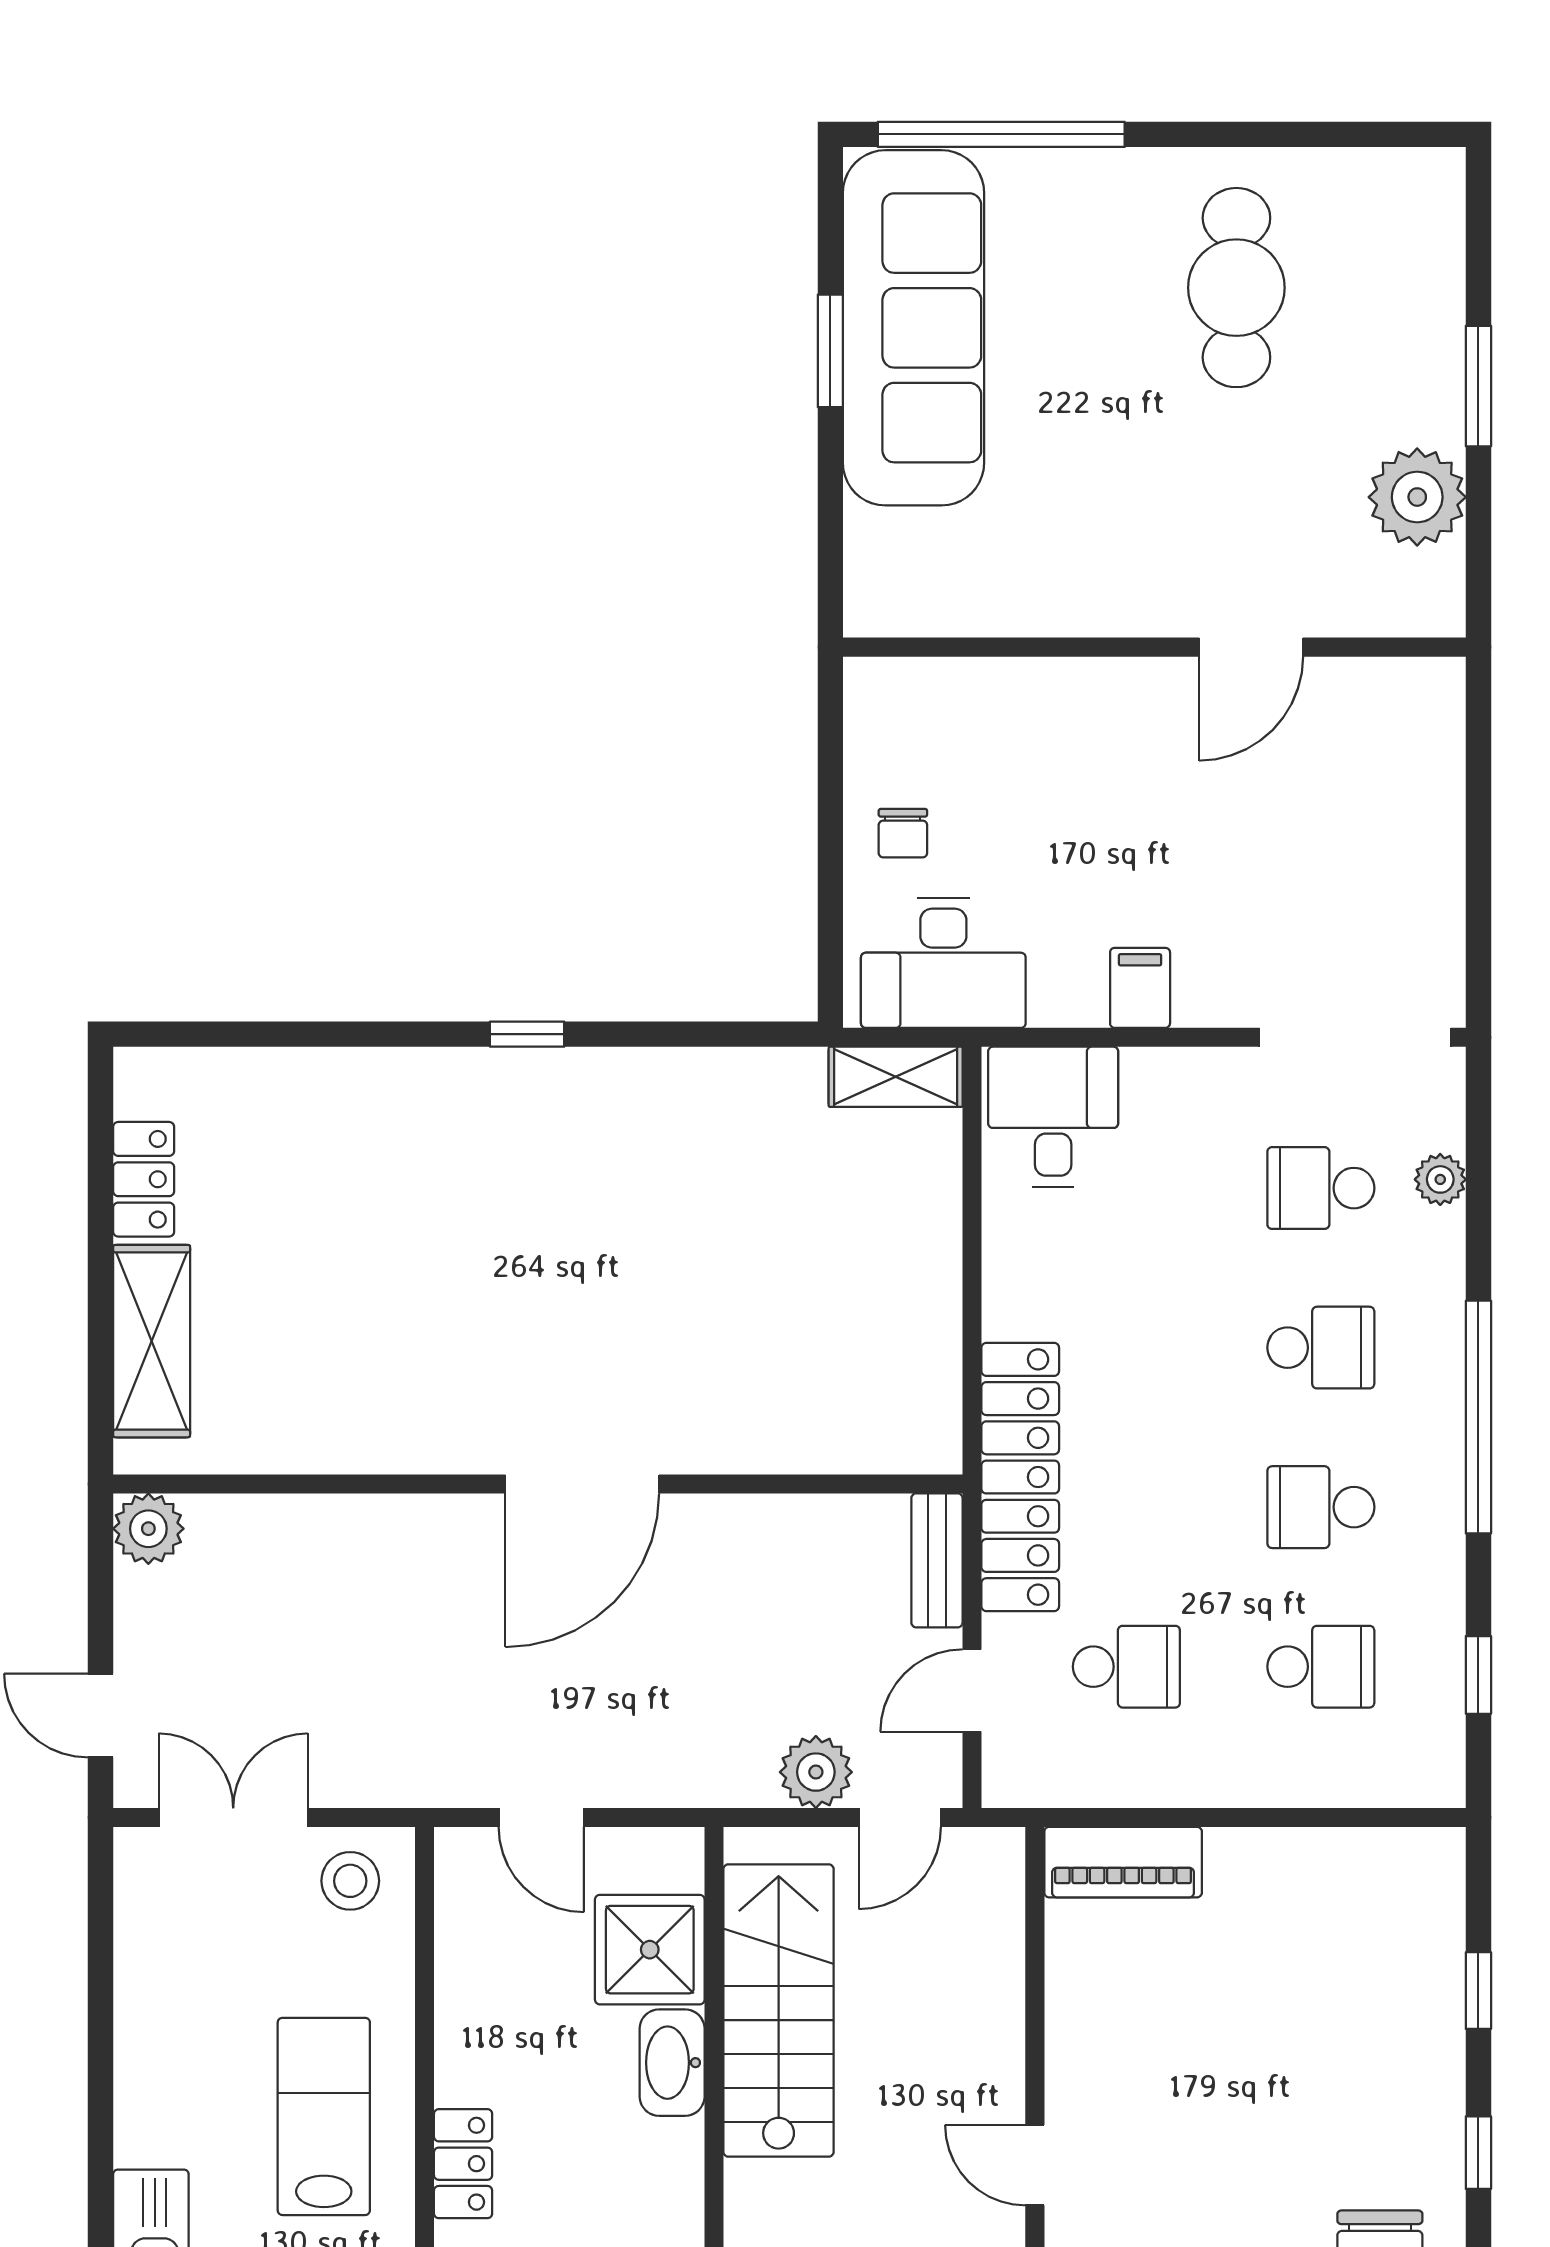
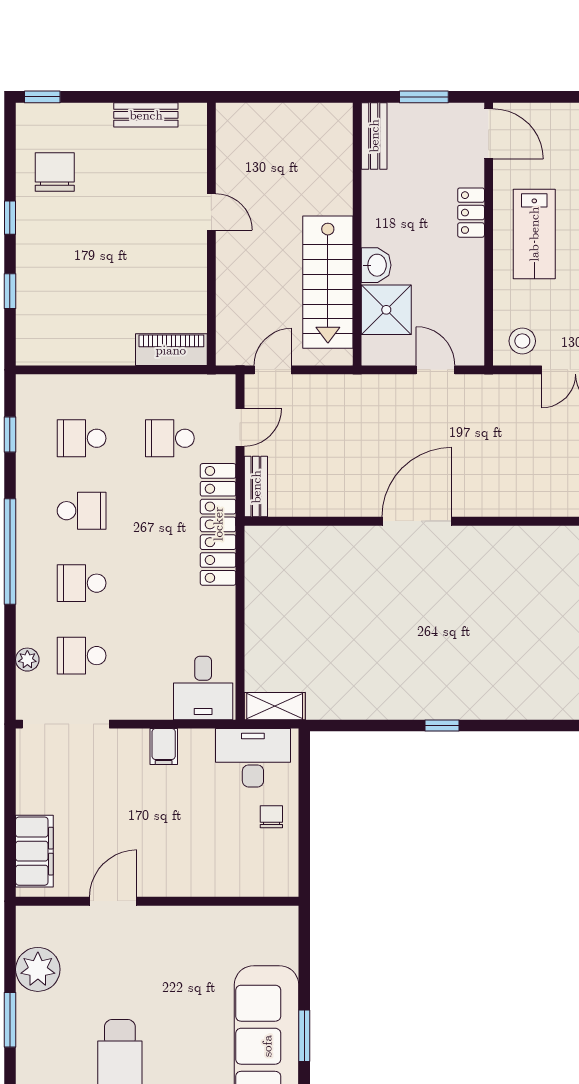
filing cabinet: (1425, 757) -> (34, 851), added
school desk: (1321, 1188) -> (82, 656), turned 180
plant: (816, 1772) -> (311, 390), removed
washbasin: (672, 2063) -> (376, 265), width x0.72

